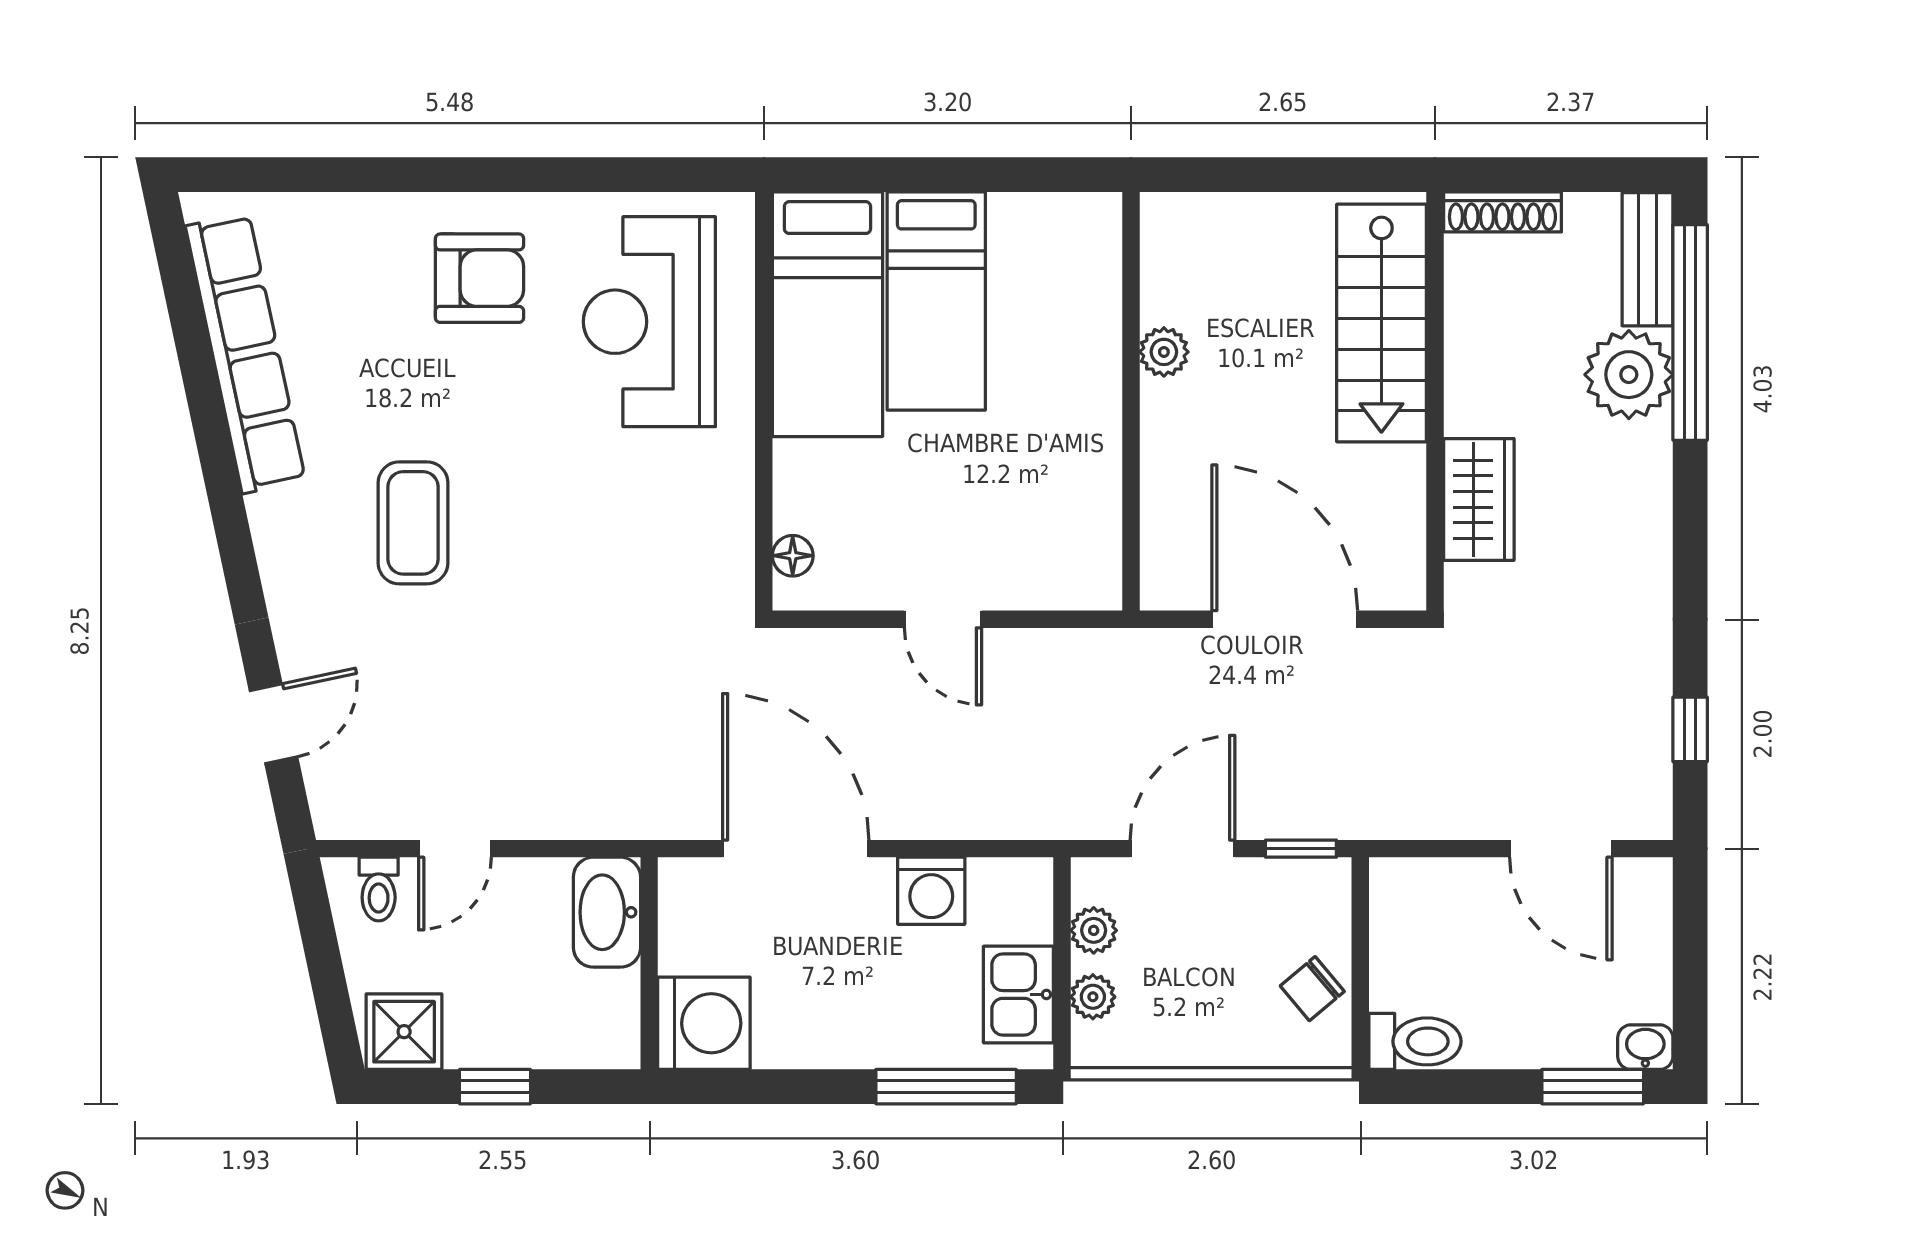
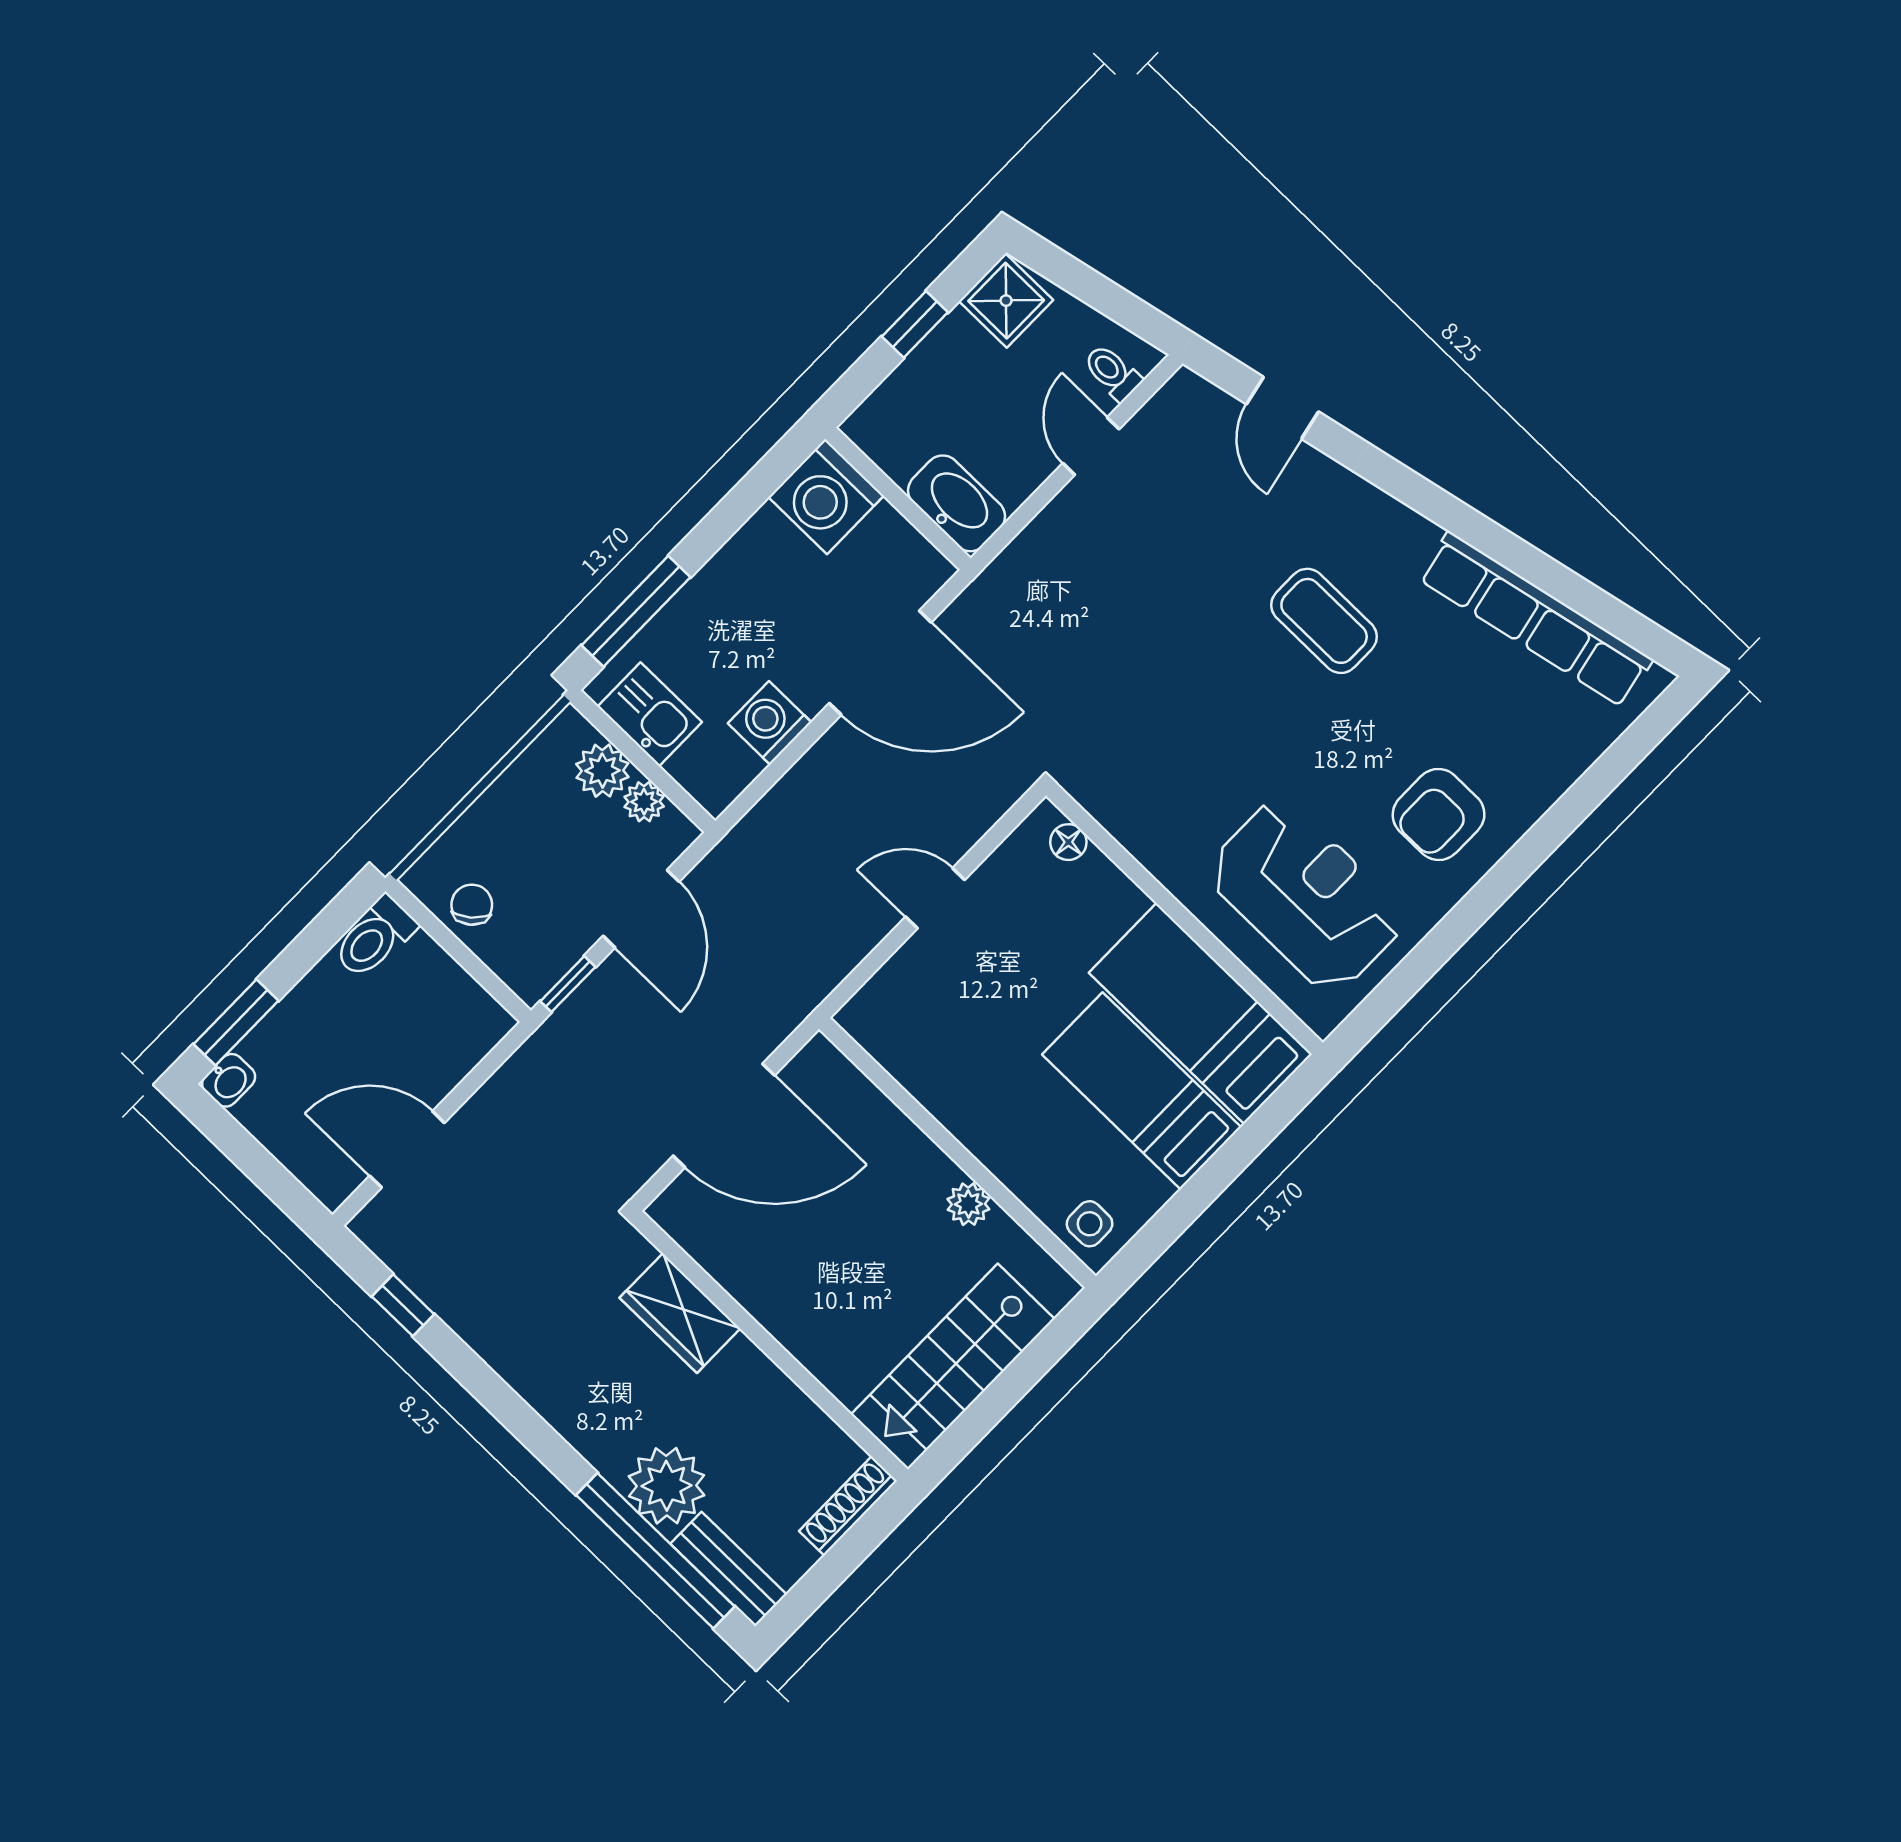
side table: (1085, 239) -> (1090, 1224), added
stairs: (1381, 323) -> (953, 1367), moved, turned -90
plant: (1093, 997) -> (602, 771), width x1.38, depth x1.38

